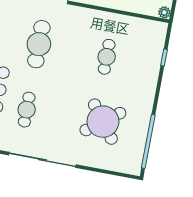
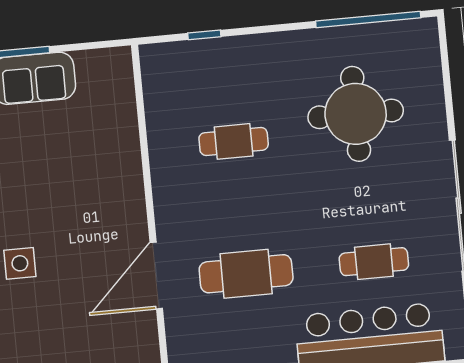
plant: (164, 12) -> (121, 58), removed
round table: (103, 122) -> (356, 114), turned 37

